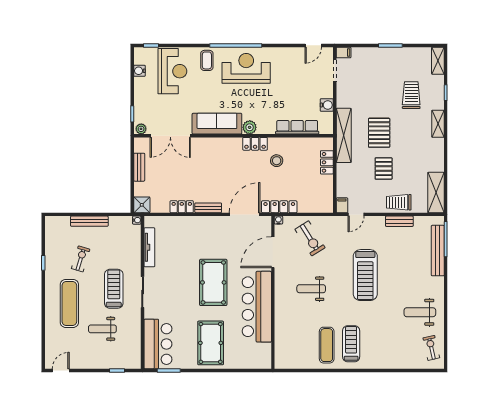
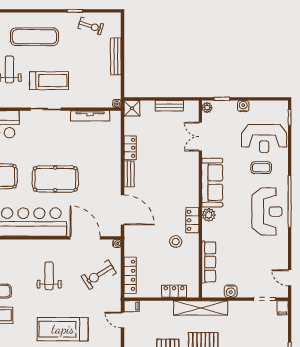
coffee table: (207, 60) -> (261, 168), moved
water cooler: (139, 71) -> (243, 106), moved
double door: (170, 136) -> (200, 137), width x0.73
locker: (279, 207) -> (130, 275), moved
exercise bike: (81, 259) -> (91, 26), moved

